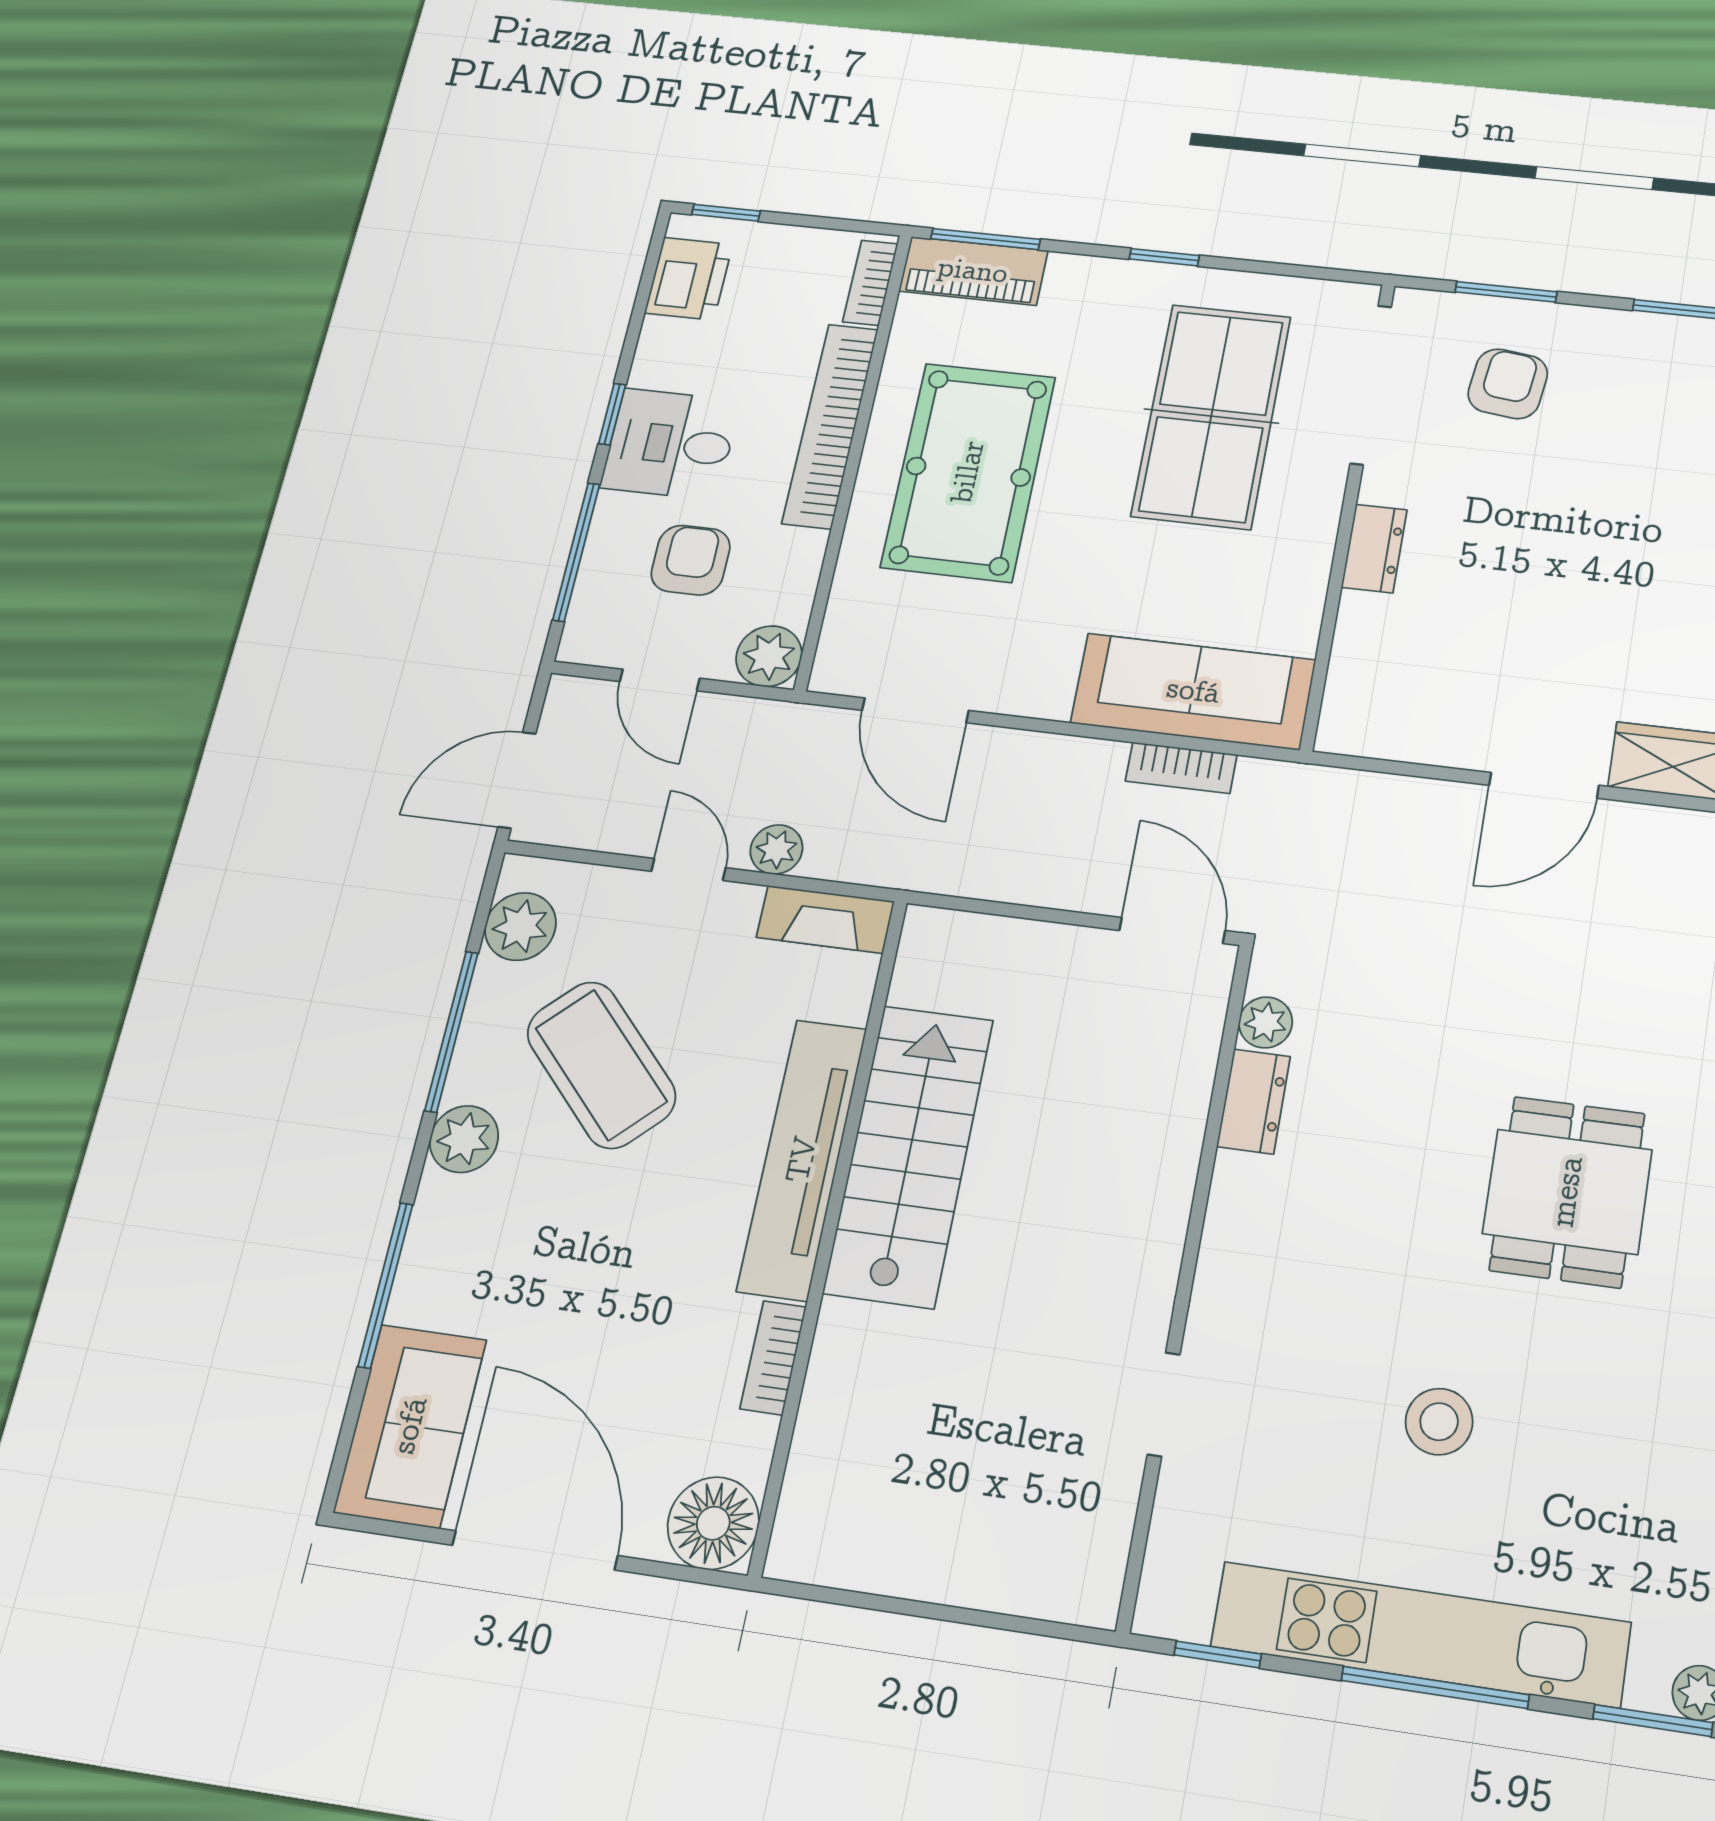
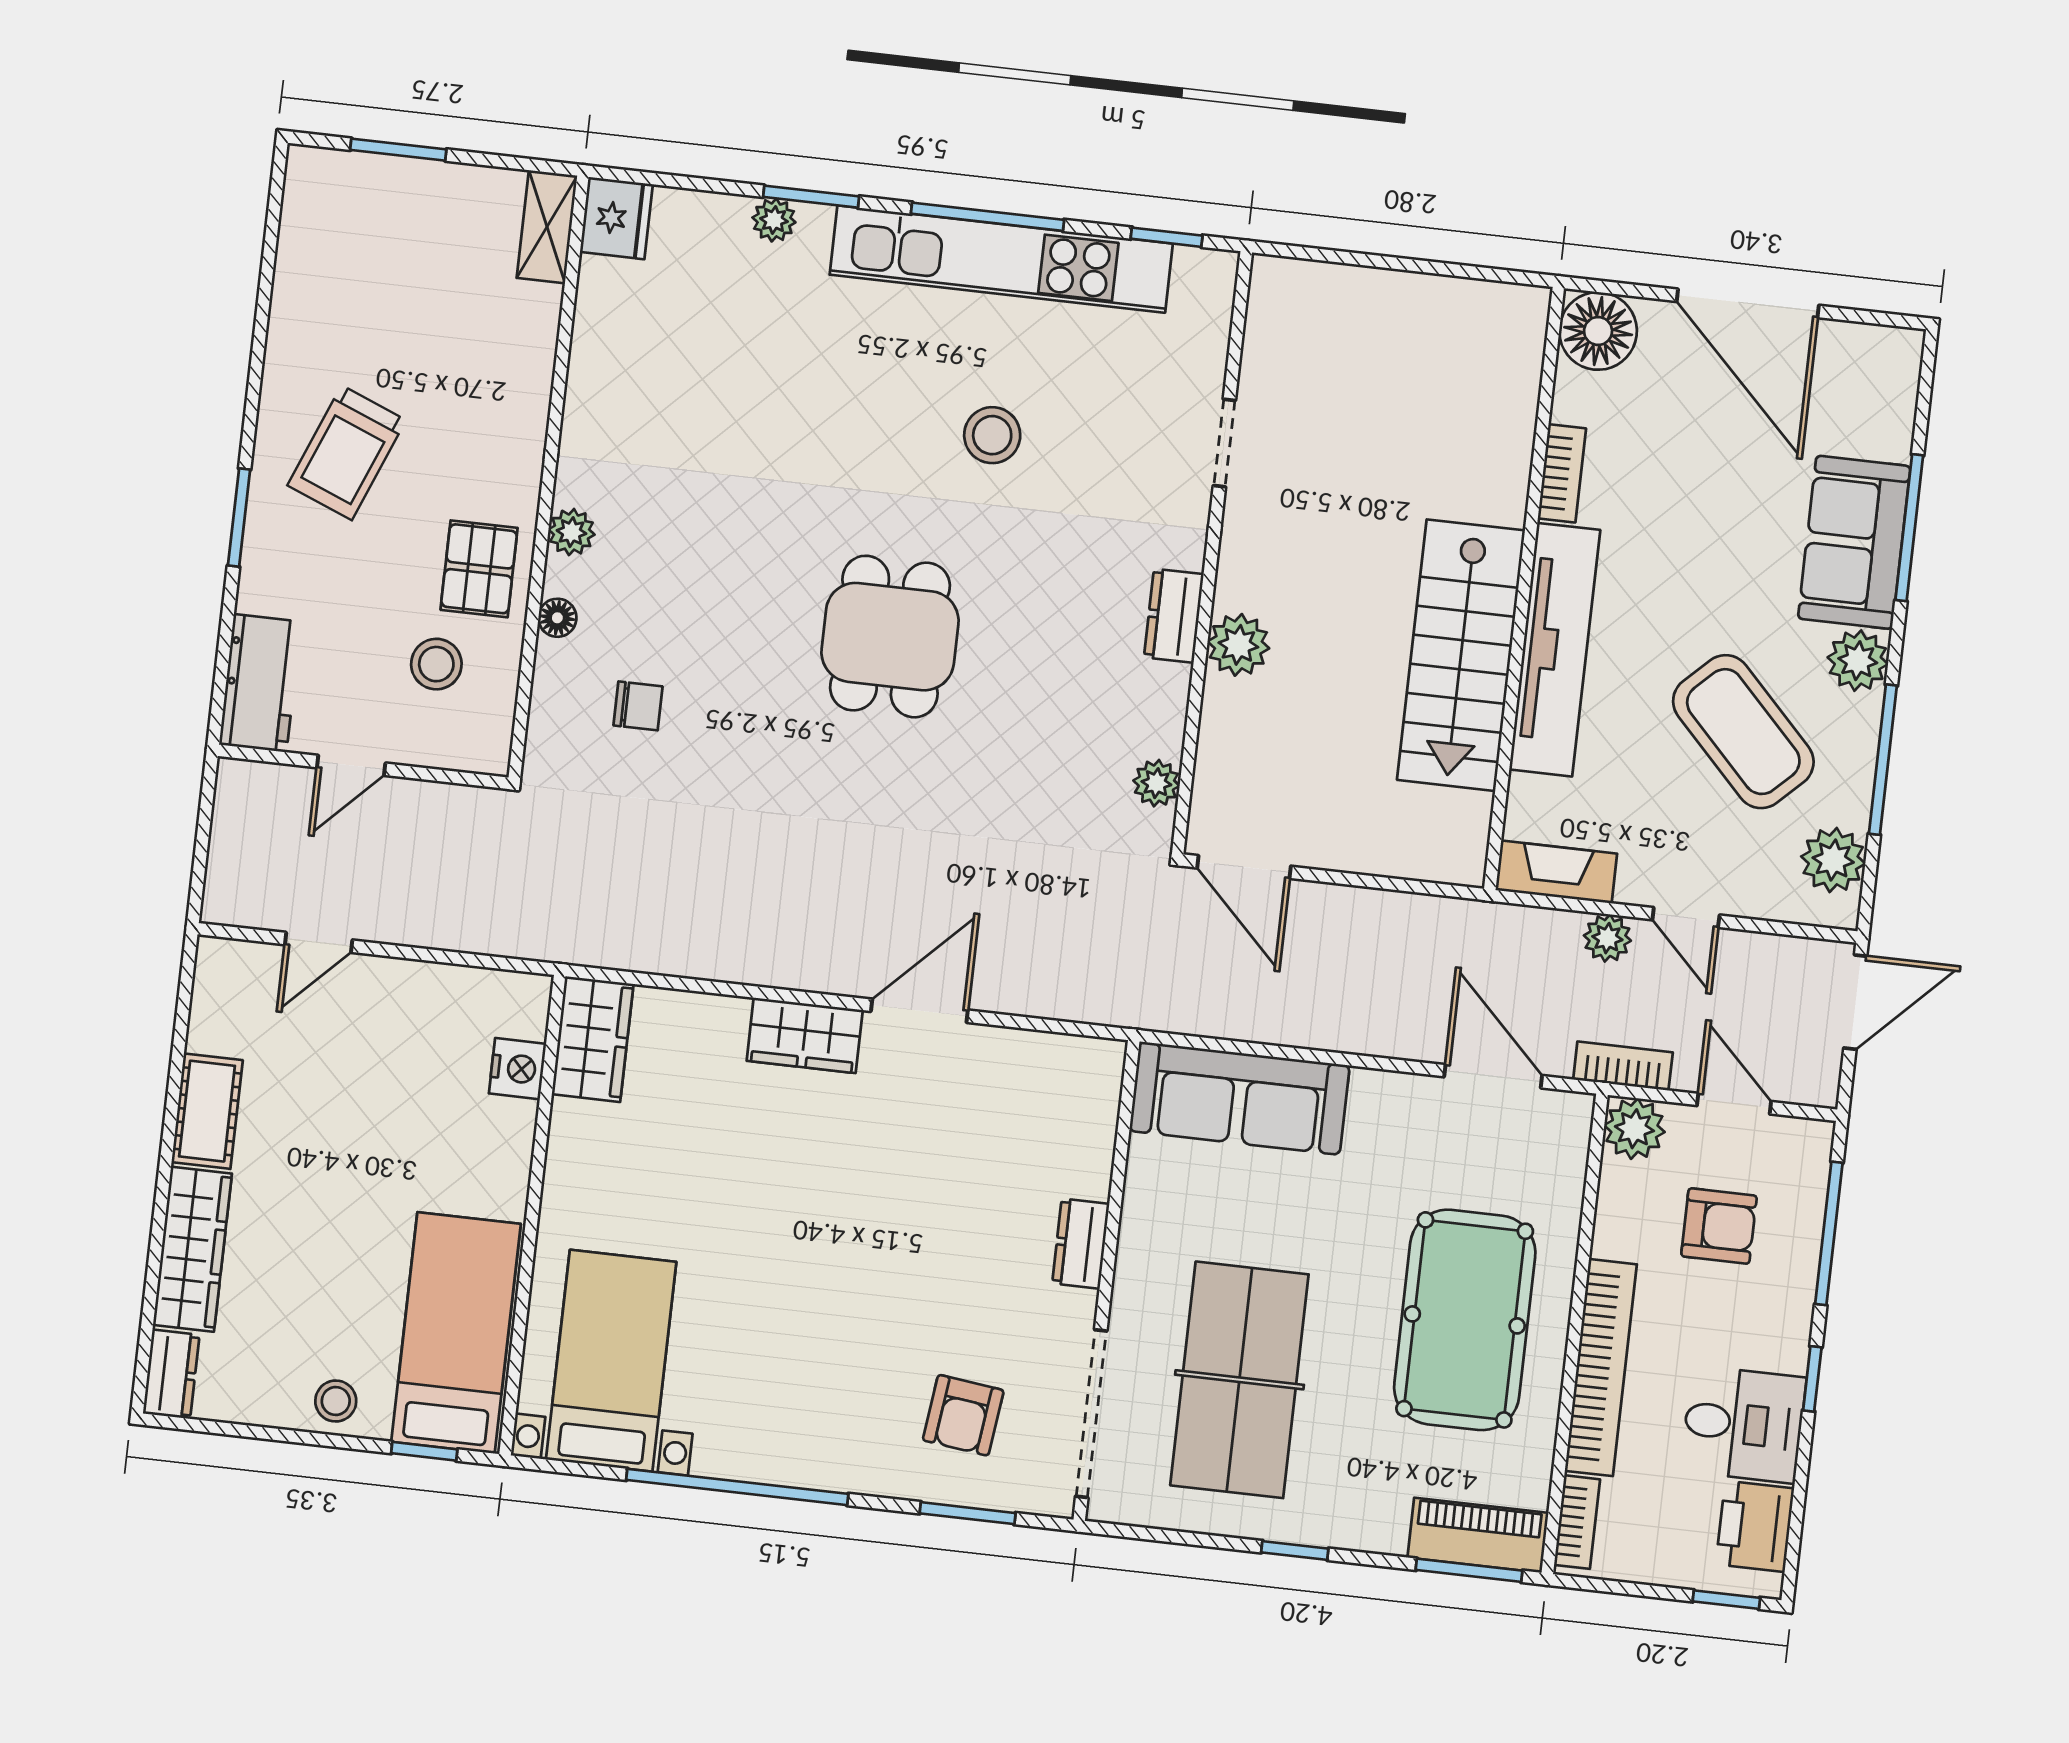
desk: (670, 444) -> (1743, 1424), moved
armchair: (691, 560) -> (1719, 1226), turned -90
bookcase: (1181, 768) -> (1623, 1066), moved
dresser: (1254, 1101) -> (1174, 616), moved
plant: (1162, 1173) -> (1238, 645), added
sofa: (410, 1426) -> (1854, 542), moved

